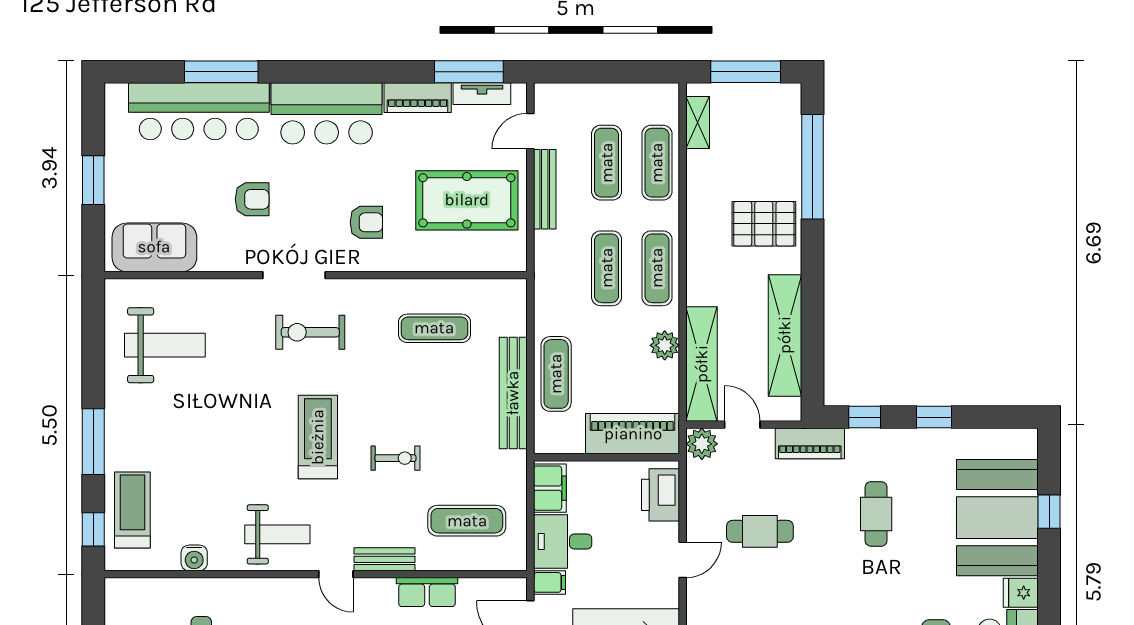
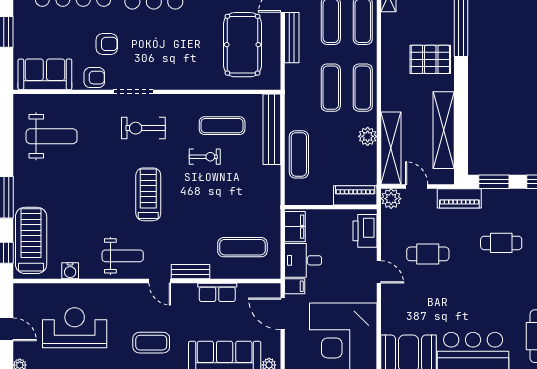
pool table: (467, 200) -> (243, 45), turned 90
armchair: (366, 222) -> (94, 78), moved
bench: (513, 393) -> (272, 129), moved
window: (865, 417) -> (494, 182), width x1.50
piano: (633, 434) -> (355, 195), width x0.73, depth x0.75
exercise bike: (395, 458) -> (205, 157), moved
treadmill: (132, 510) -> (31, 240), width x1.37, depth x1.38
cafe table: (876, 514) -> (501, 243), turned 90
door: (683, 560) -> (379, 272), hinge flipped

